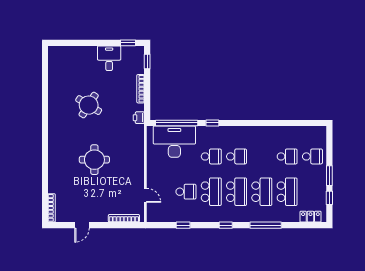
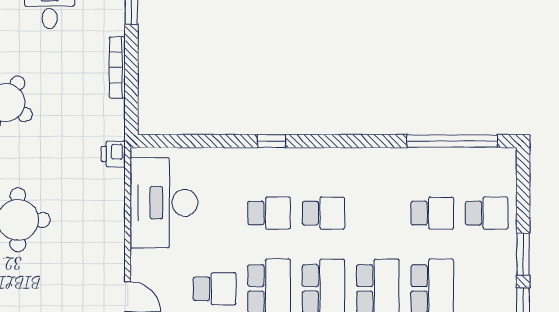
printer: (139, 118) -> (113, 154), moved
window: (177, 123) -> (452, 141), moved
desk: (174, 142) -> (164, 203), moved, turned -90

